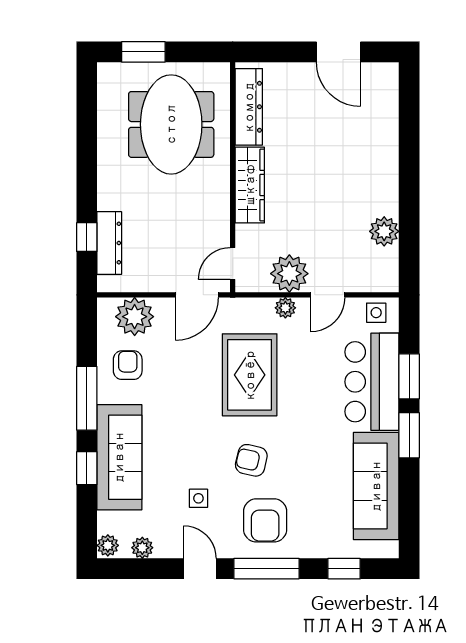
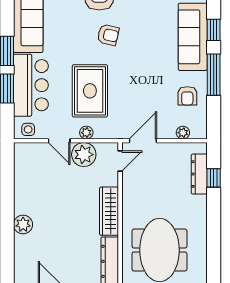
plant: (384, 231) -> (23, 224), moved
door: (328, 295) -> (59, 141), swing flipped
plant: (135, 317) -> (183, 133), width x0.53, depth x0.53
rug: (250, 375) -> (90, 91), moved
side table: (198, 498) -> (142, 10), removed

